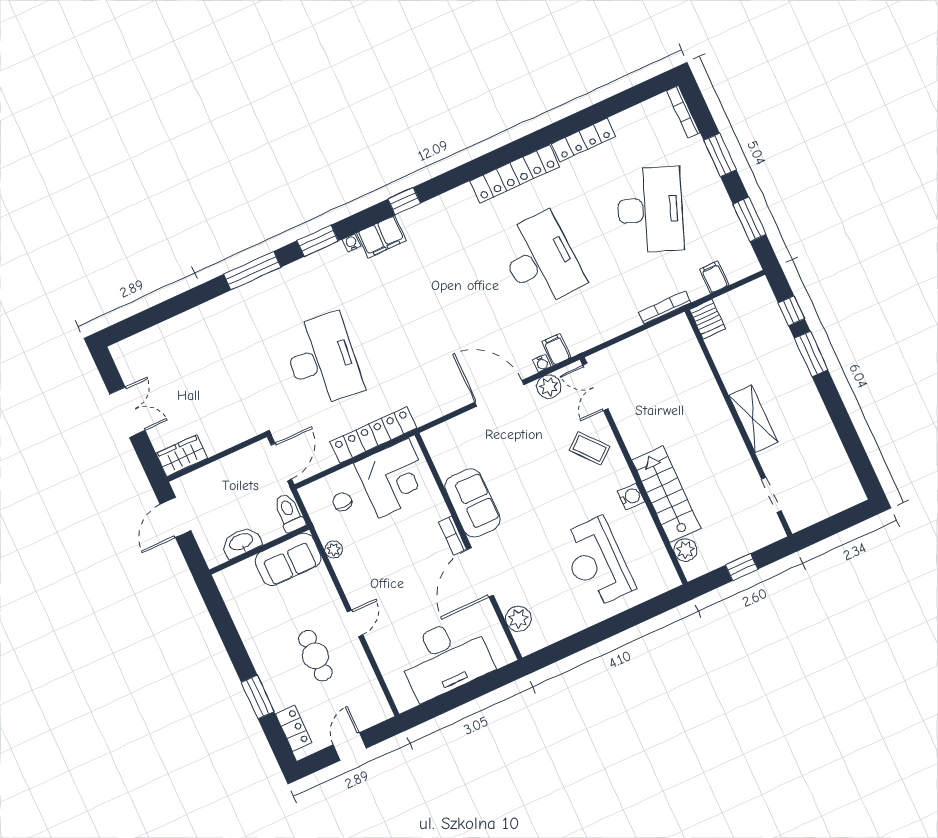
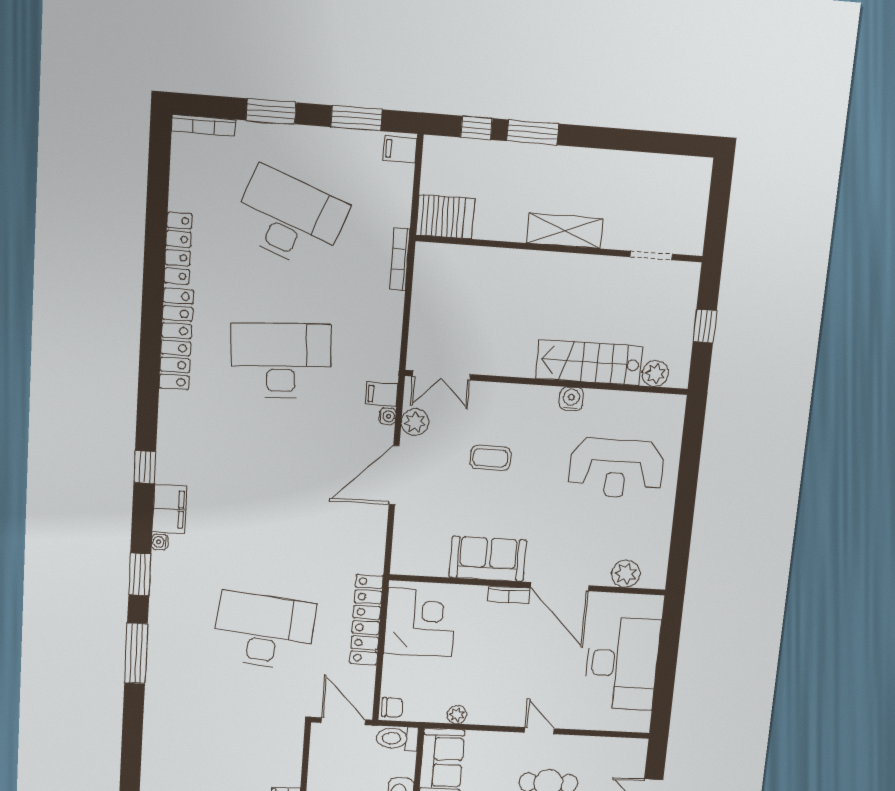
filing cabinet: (714, 277) -> (400, 149), moved
server rack: (707, 319) -> (445, 217), width x1.36, depth x1.44
coffee table: (589, 448) -> (490, 458), moved, turned 40
chair: (342, 502) -> (392, 707), moved, turned 180

